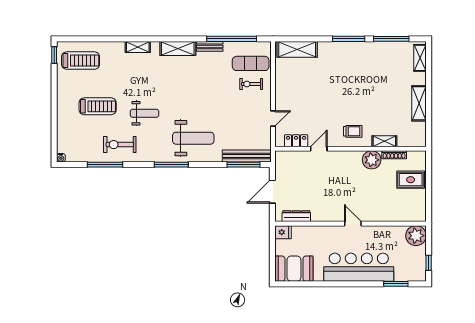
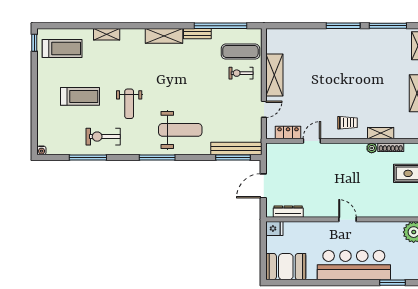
shelving: (138, 47) -> (107, 34), moved
shelving: (297, 49) -> (274, 75), moved, turned 90
weight bench: (145, 113) -> (129, 104), turned 90
plant: (372, 160) -> (372, 148), width x0.53, depth x0.53

